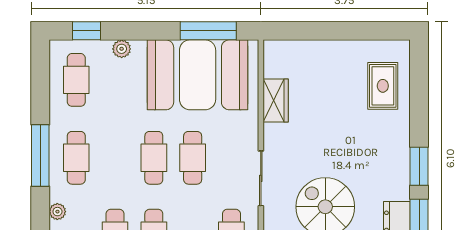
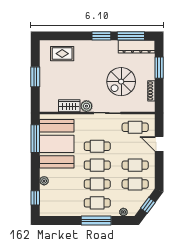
window: (335, 31) -> (35, 77), added
cafe table: (76, 80) -> (97, 184), moved
plant: (275, 136) -> (86, 106), added

